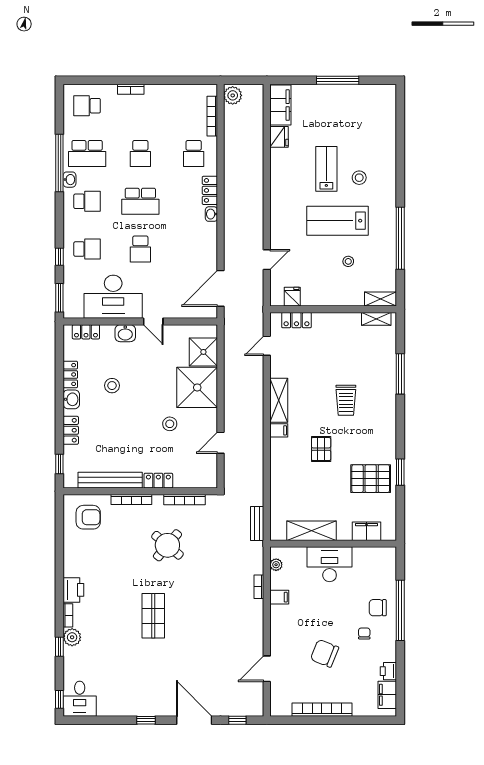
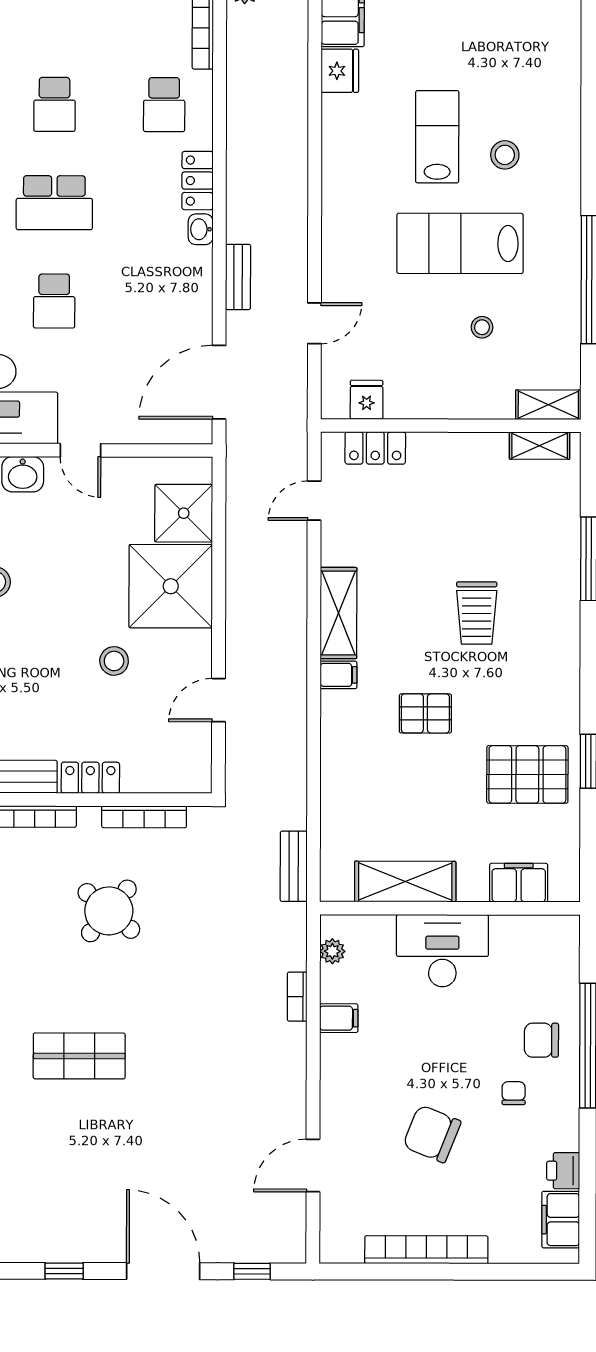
bench: (230, 237) -> (238, 277), added
pallet: (321, 449) -> (425, 713), turned 90
shop shelf: (153, 616) -> (79, 1056), turned 90

